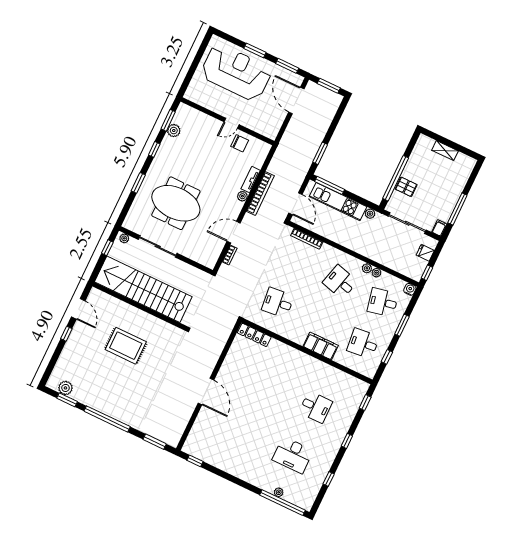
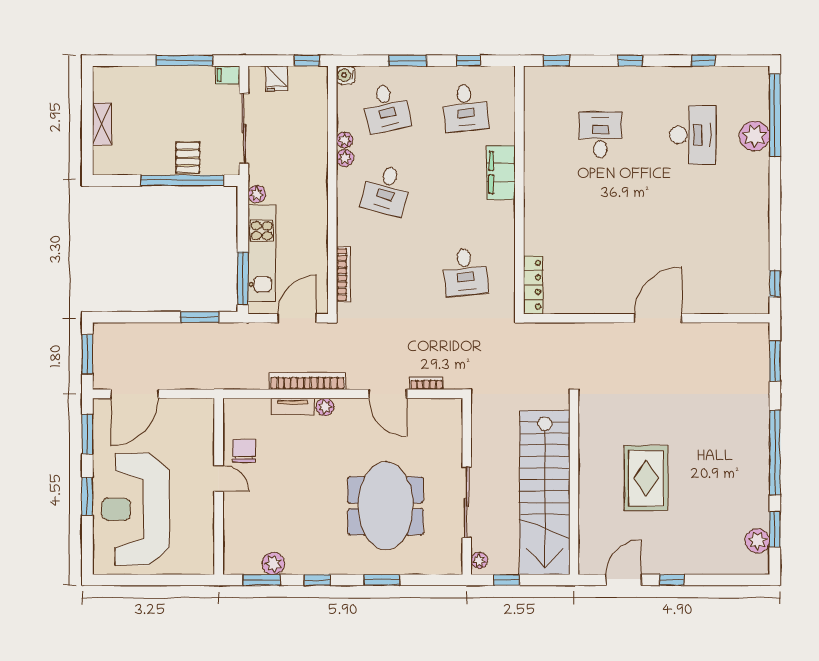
plant: (279, 492) -> (755, 136), width x1.88, depth x1.88

